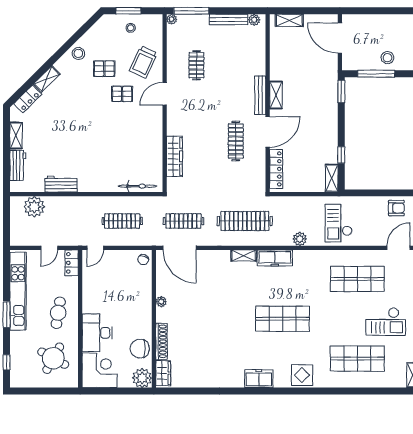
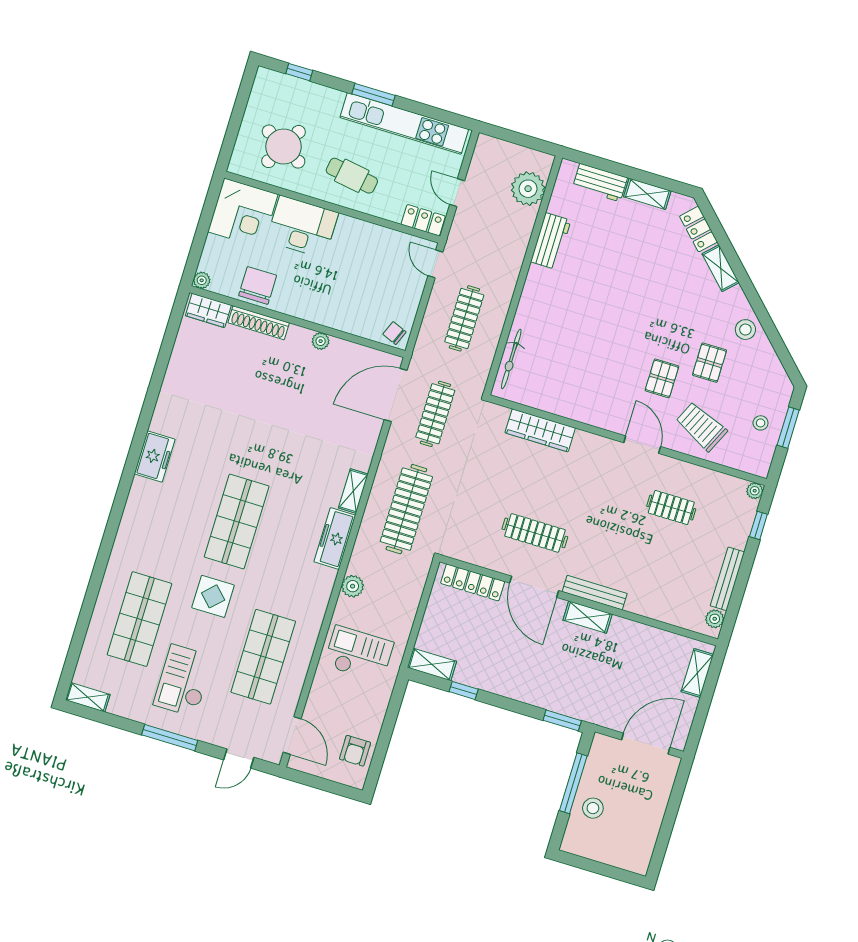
window: (191, 11) -> (758, 525), width x0.46
display table: (302, 375) -> (213, 596), moved
plant: (142, 378) -> (202, 280), width x0.53, depth x0.53

